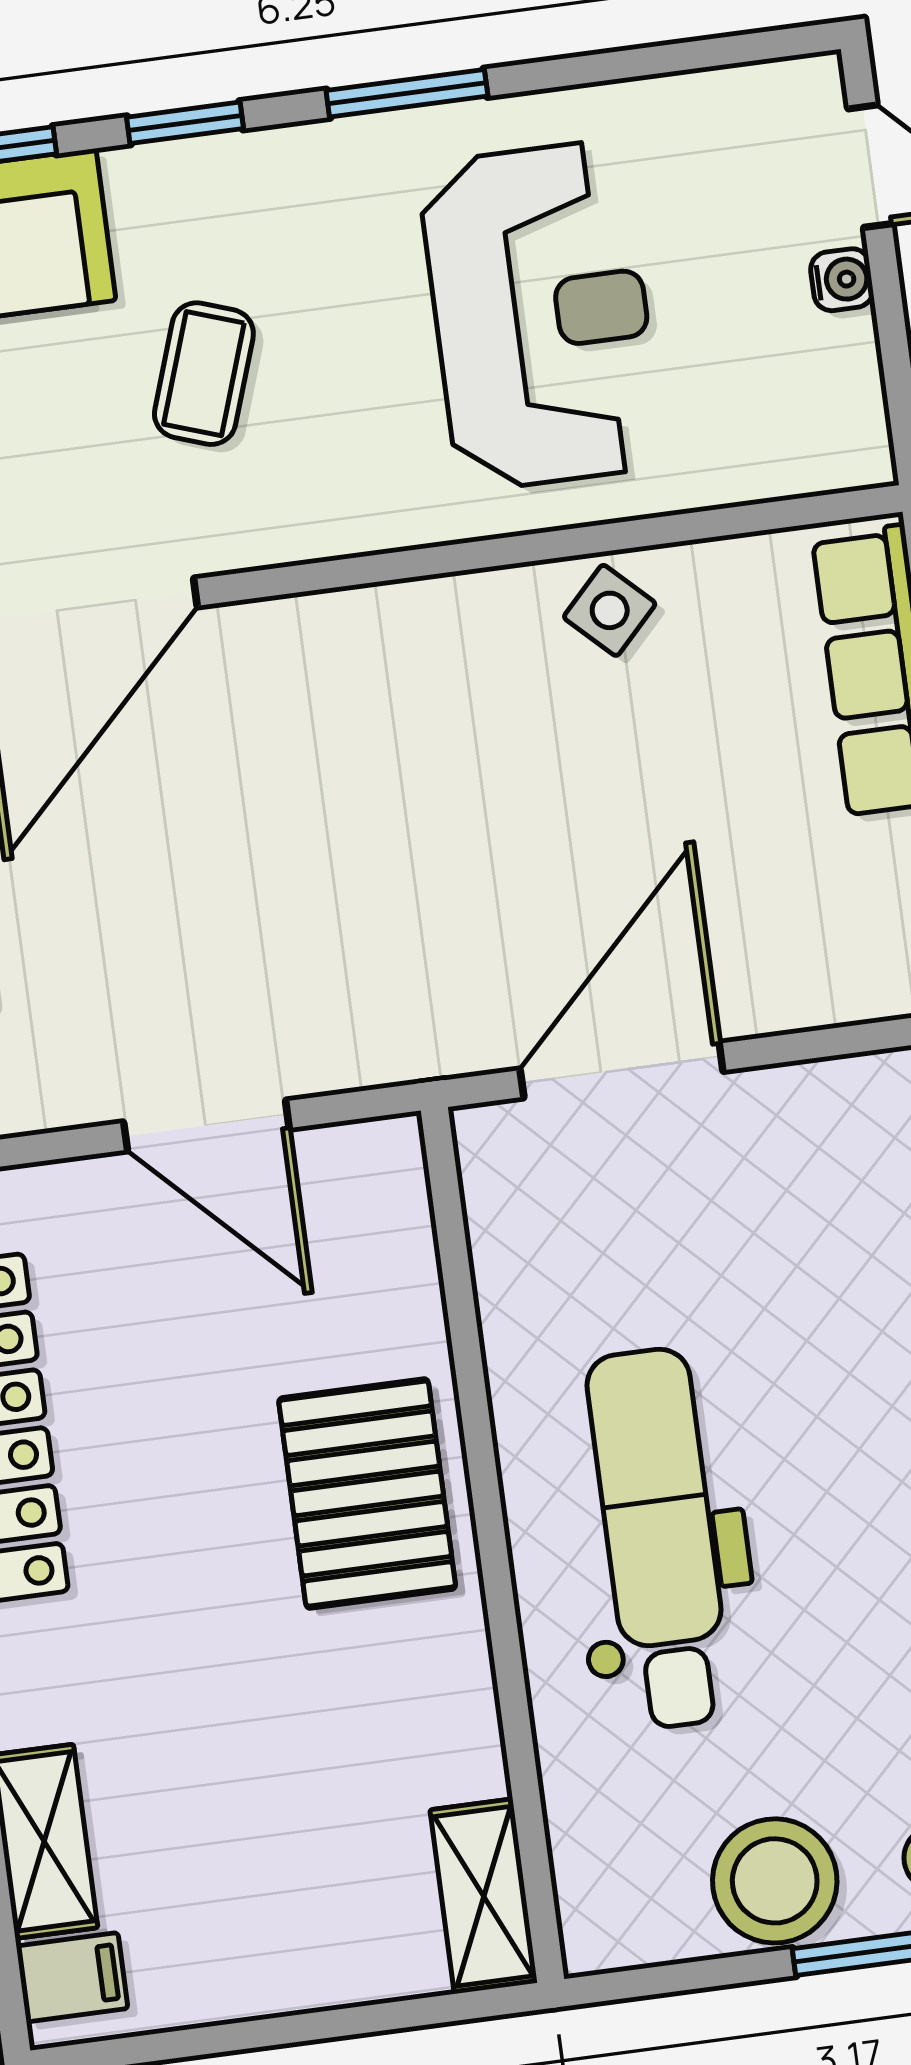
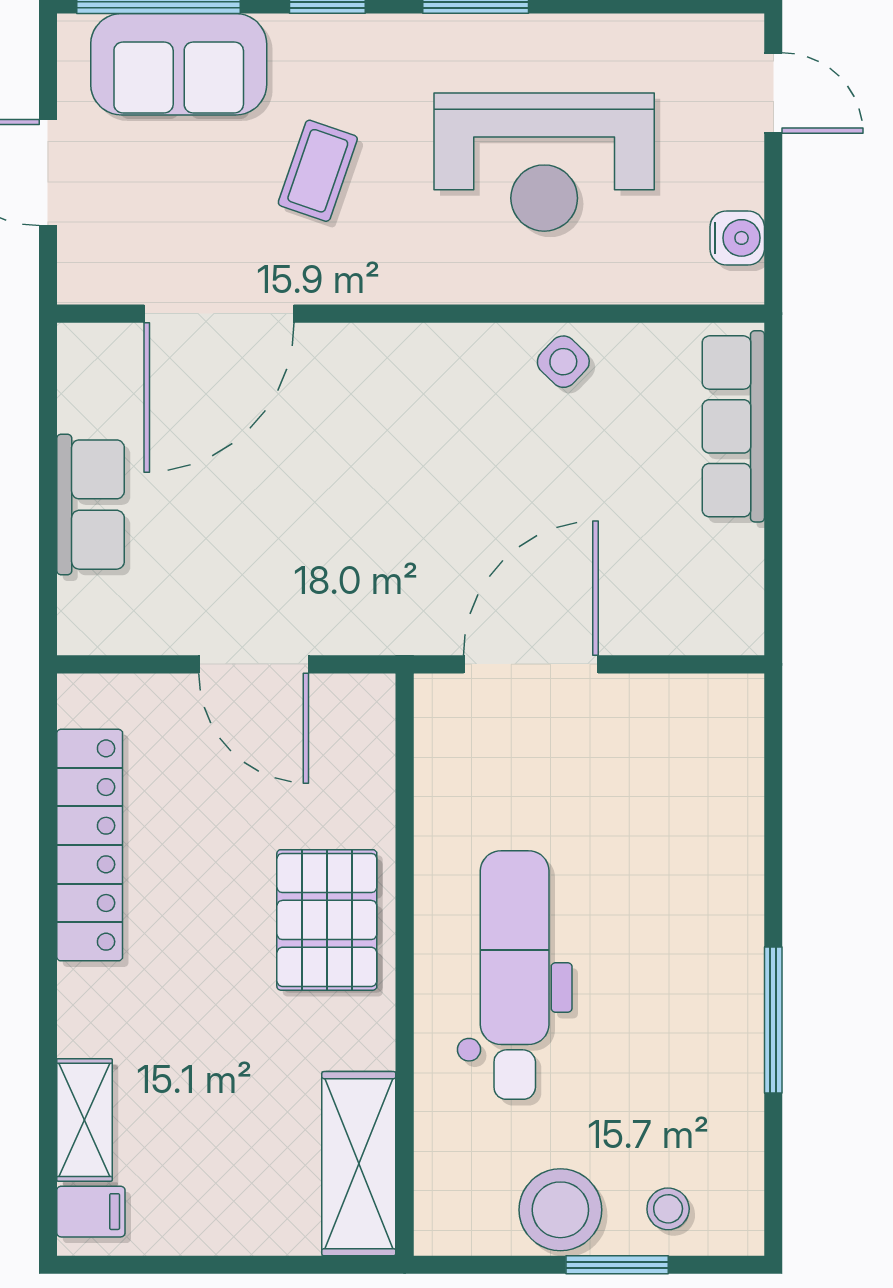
water cooler: (842, 280) -> (737, 238), moved, width x1.38, depth x1.38
reception desk: (541, 315) -> (544, 162), turned 90
shelving: (484, 1896) -> (359, 1164), width x1.50, depth x1.33

